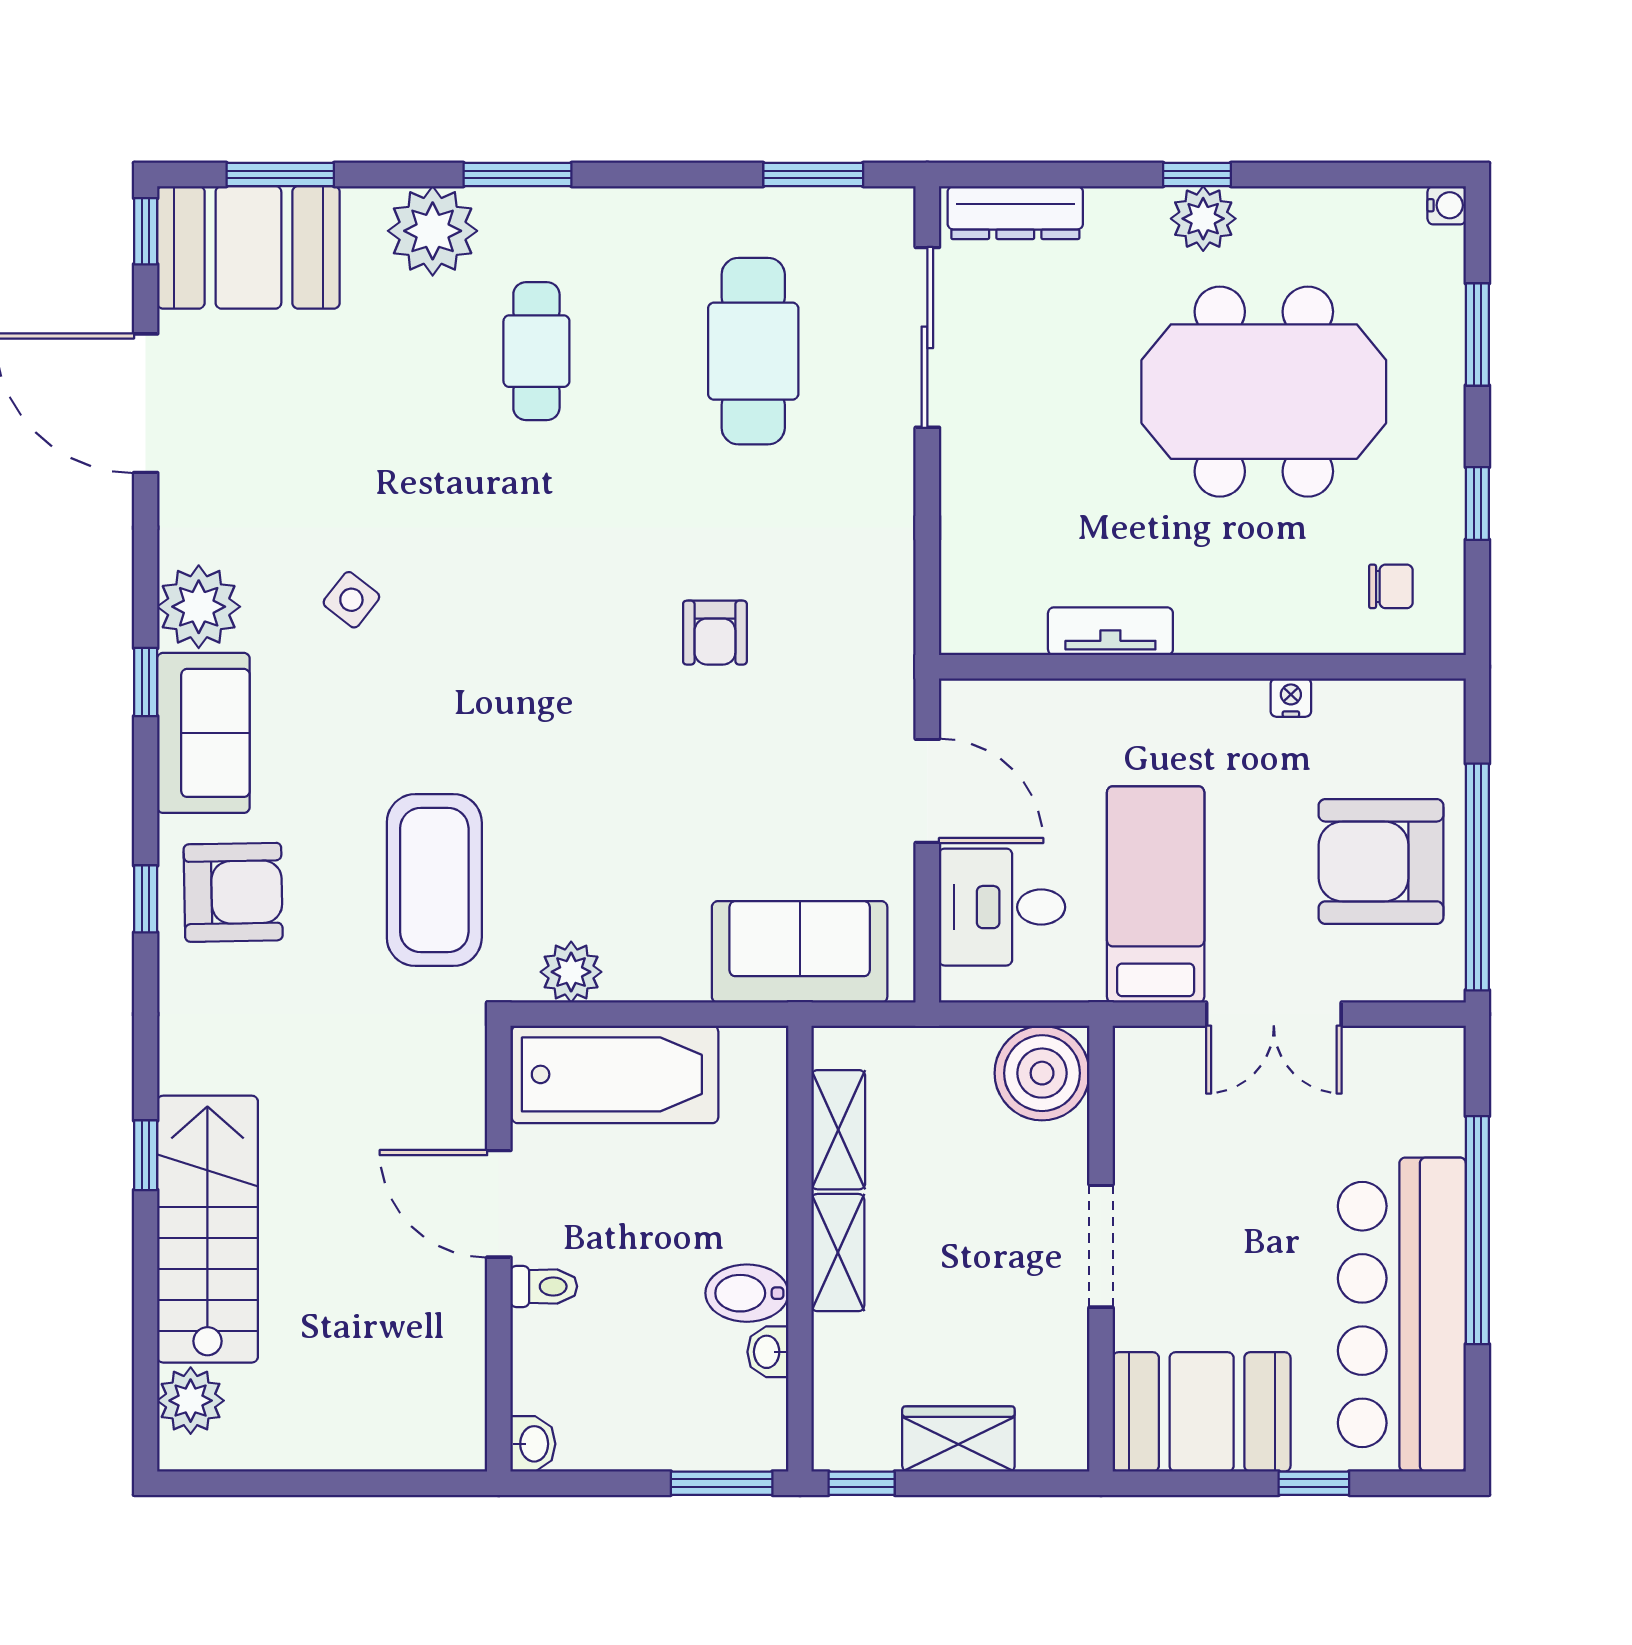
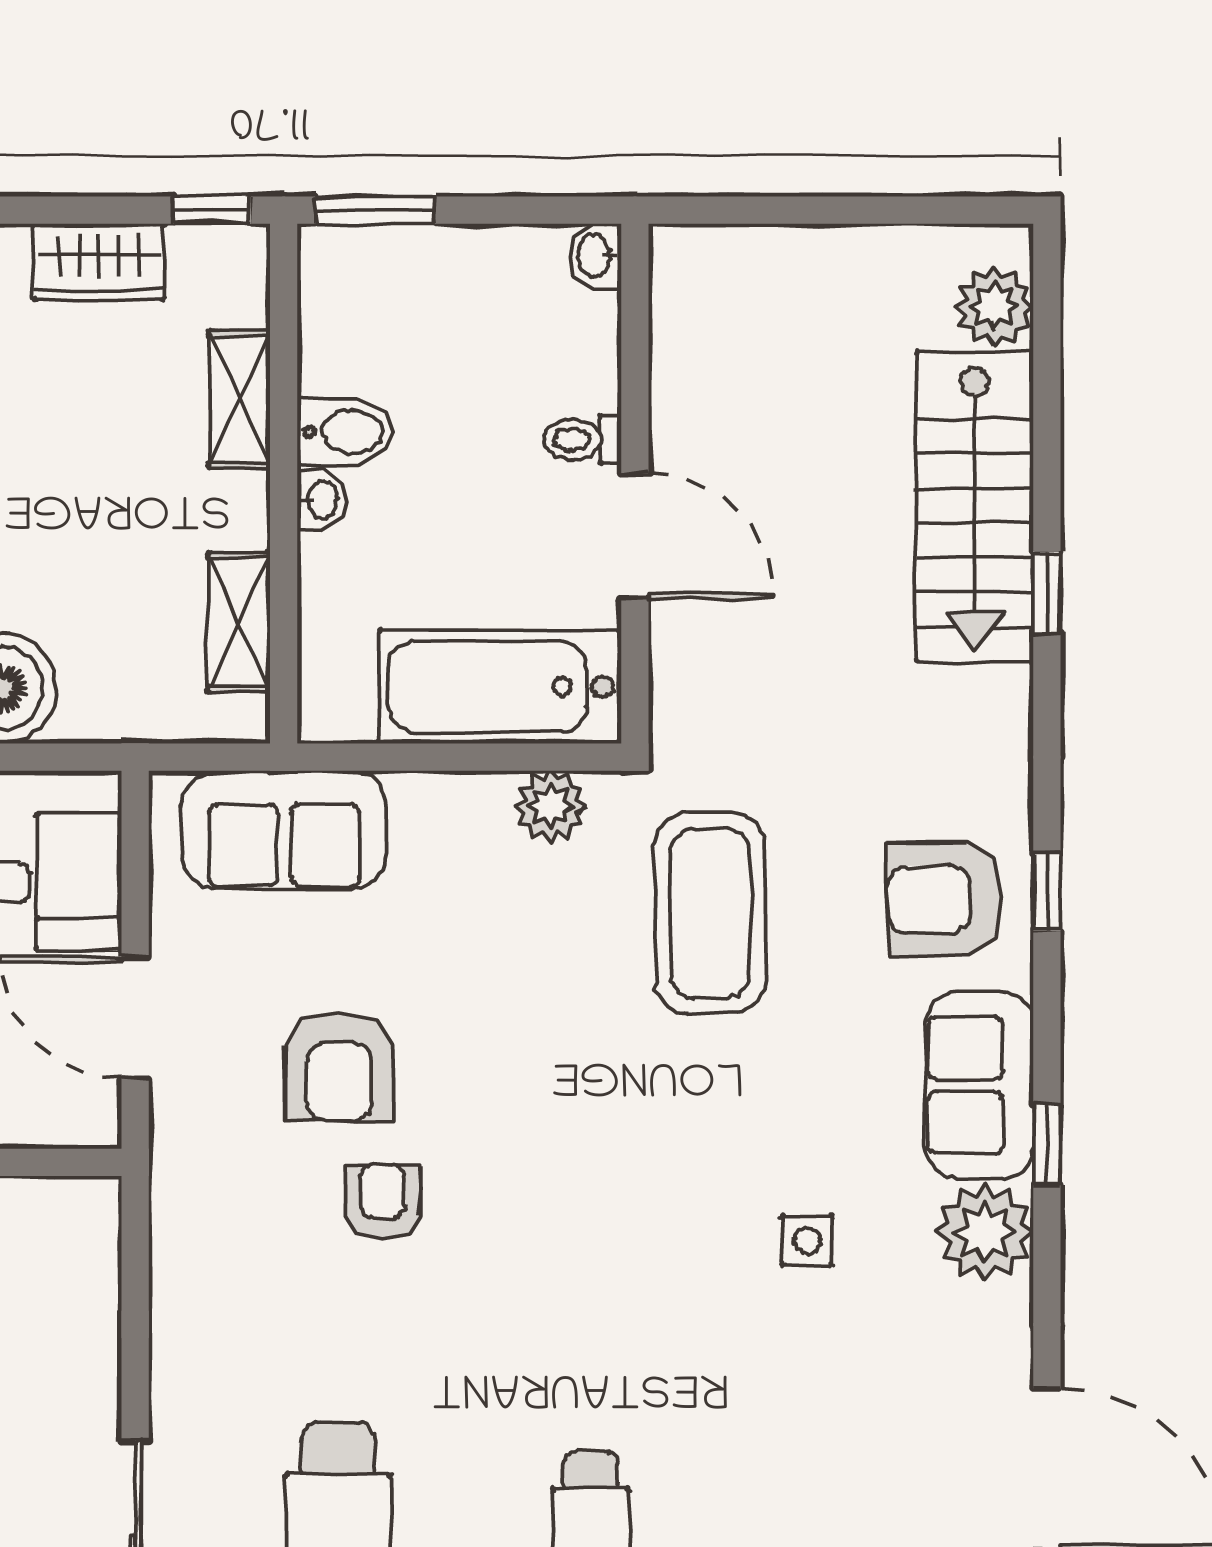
side table: (351, 600) -> (807, 1240), turned -38
armchair: (752, 749) -> (339, 1067), added
shelving: (838, 1253) -> (239, 399), moved
washbasin: (768, 1352) -> (321, 500), moved

